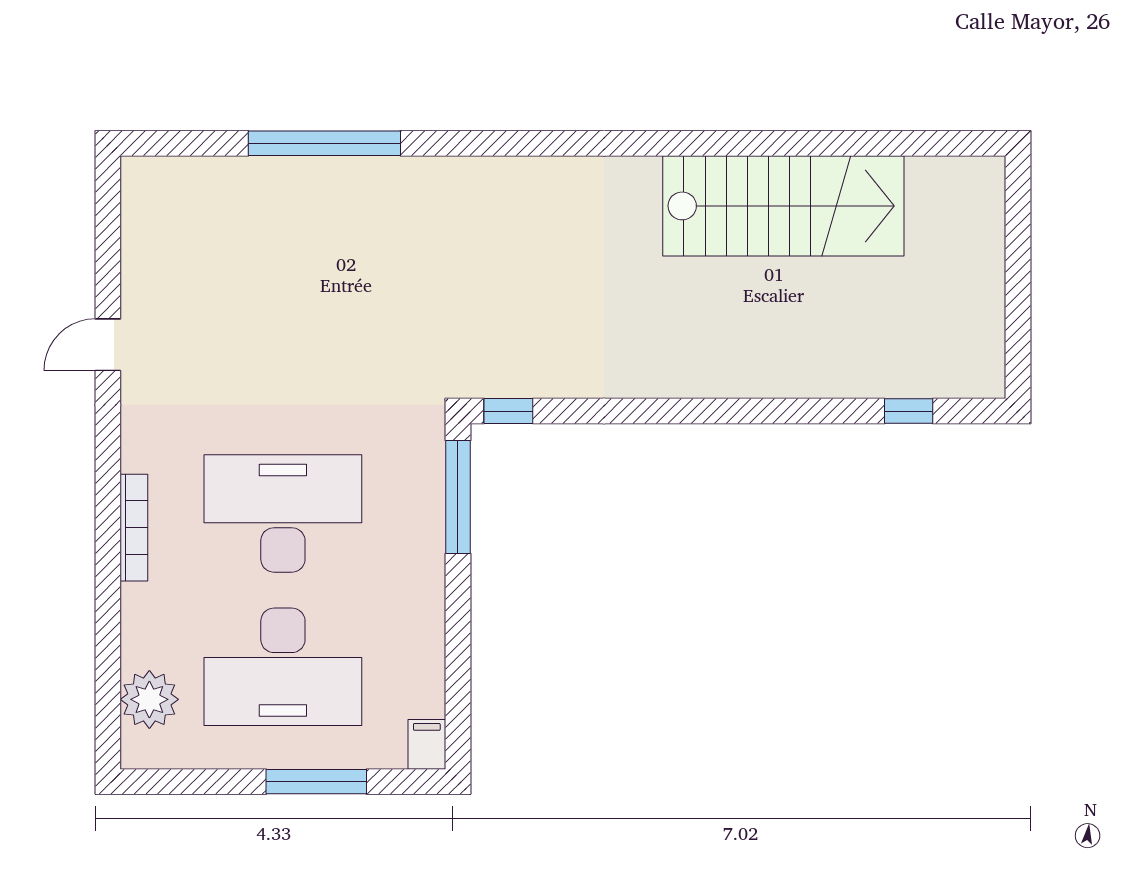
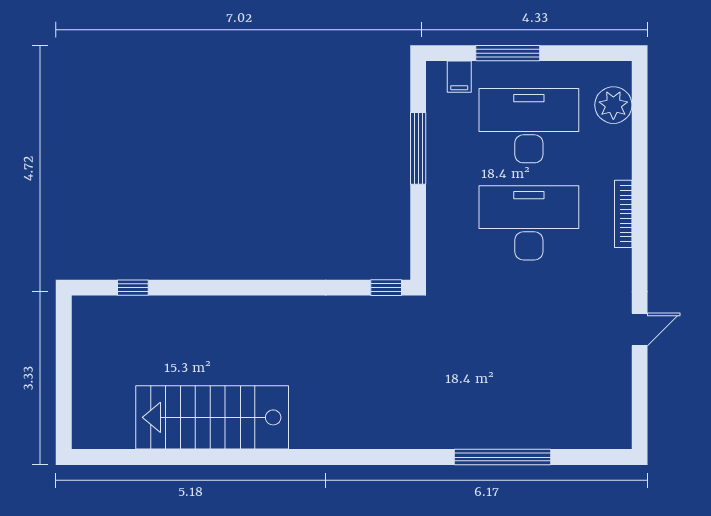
window: (458, 497) -> (418, 148), moved
desk: (283, 513) -> (529, 223), turned 180
filing cabinet: (427, 744) -> (459, 77), moved

